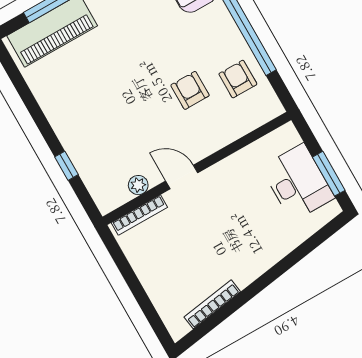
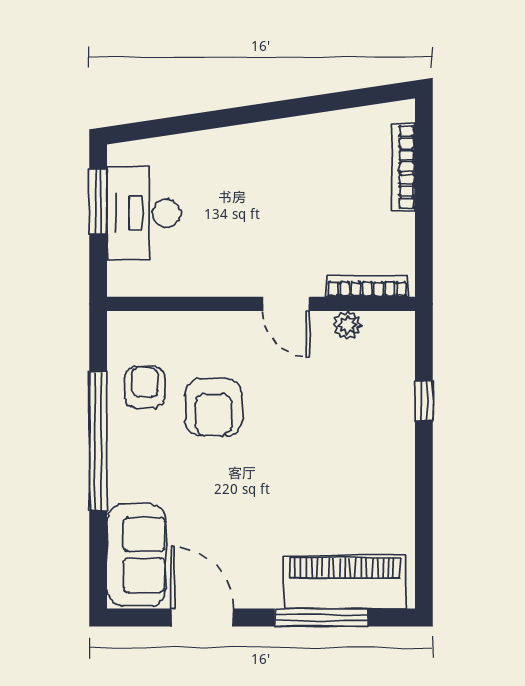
armchair: (238, 79) -> (145, 387), turned 180
armchair: (190, 90) -> (213, 407), width x1.38, depth x1.38
bookcase: (212, 304) -> (404, 167), moved, turned 99

